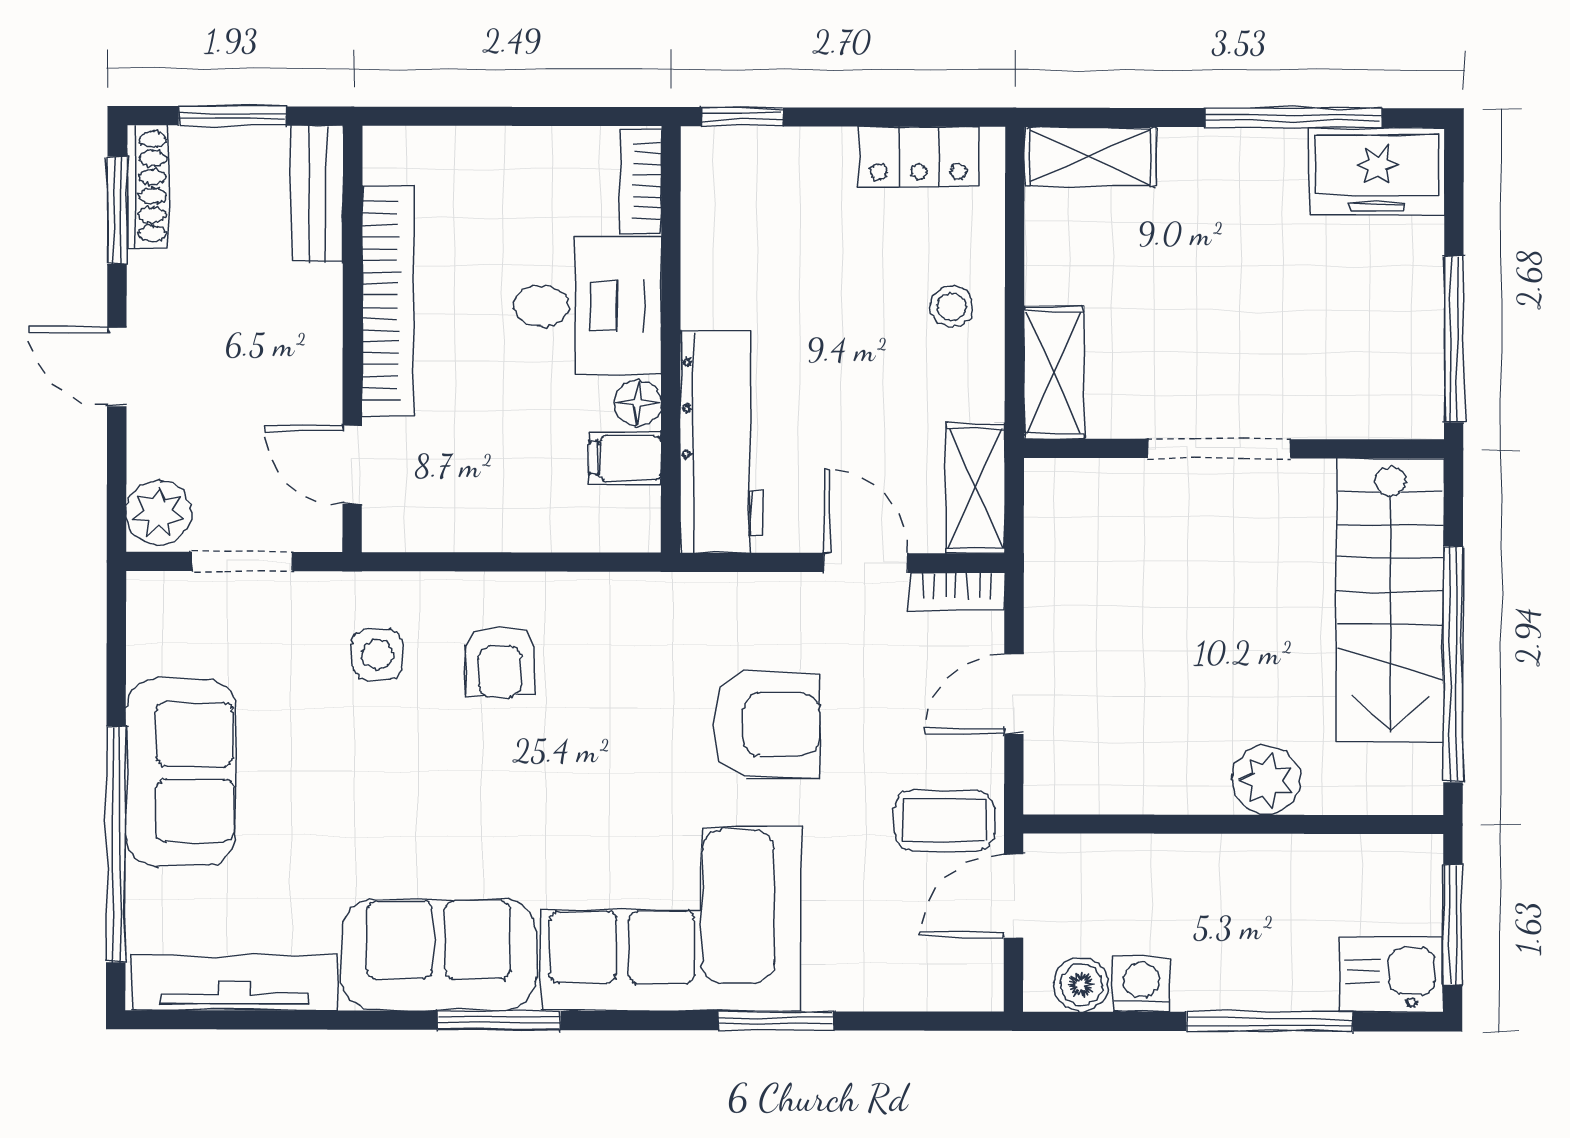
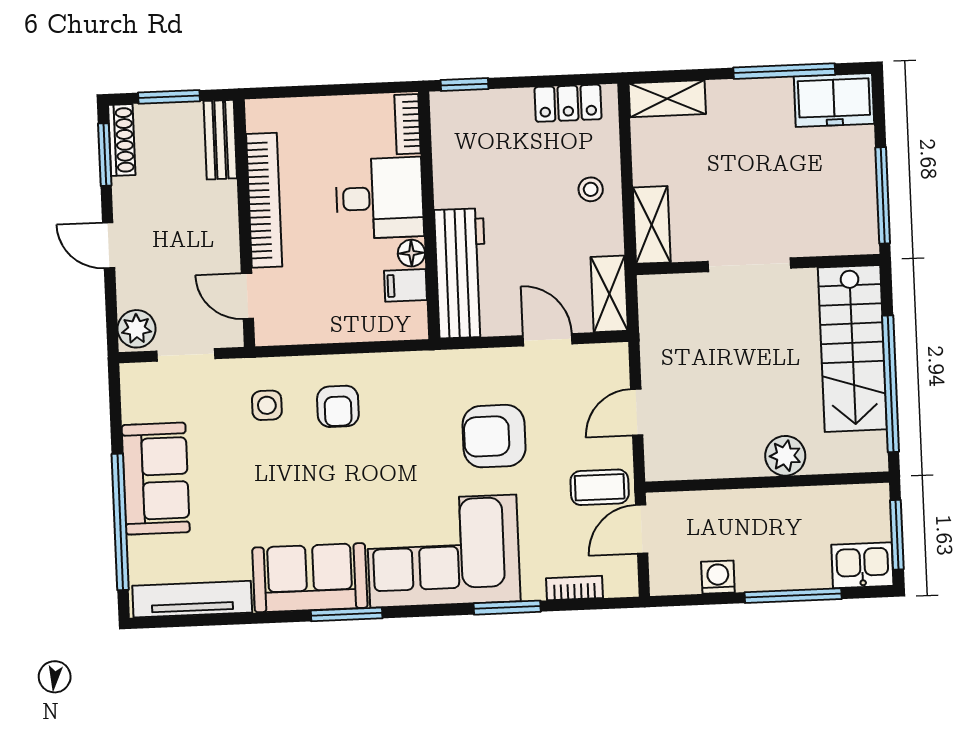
bookcase: (956, 592) -> (575, 588), moved, turned 180
armchair: (766, 724) -> (494, 436), turned 180
boiler: (1081, 985) -> (683, 579), removed

